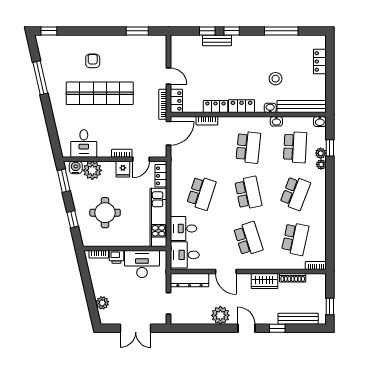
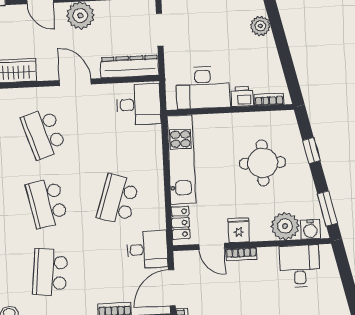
door: (141, 159) -> (212, 246), swing flipped
desk: (184, 228) -> (147, 250), moved

